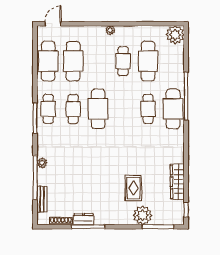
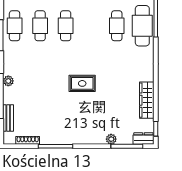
cafe table: (98, 109) -> (66, 26), width x0.73, depth x0.74
rug: (133, 188) -> (82, 83), moved, turned 90
plant: (143, 215) -> (111, 139), width x0.53, depth x0.53
dresser: (84, 219) -> (143, 139), moved

